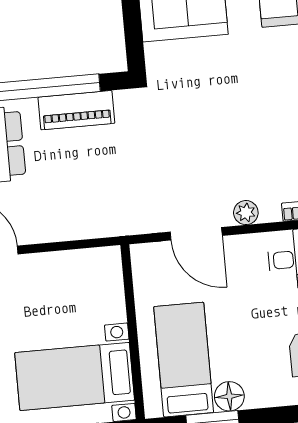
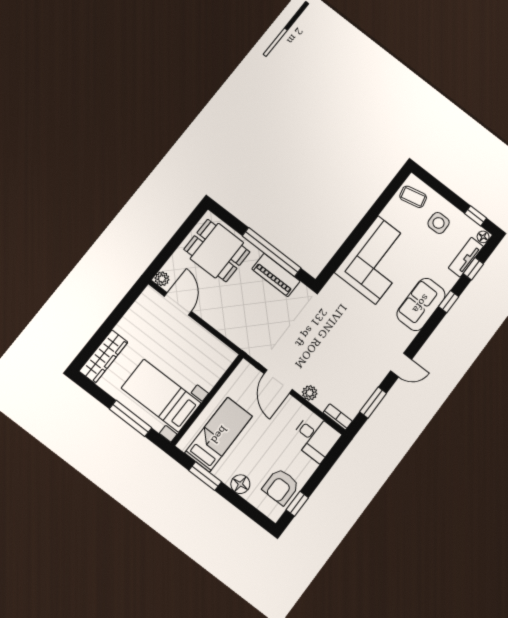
floor lamp: (229, 396) -> (240, 484), moved

